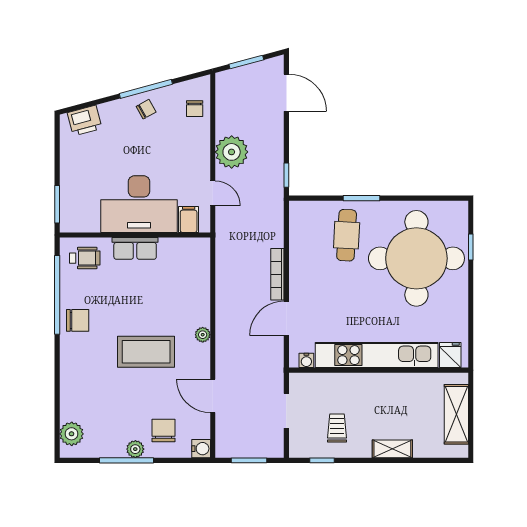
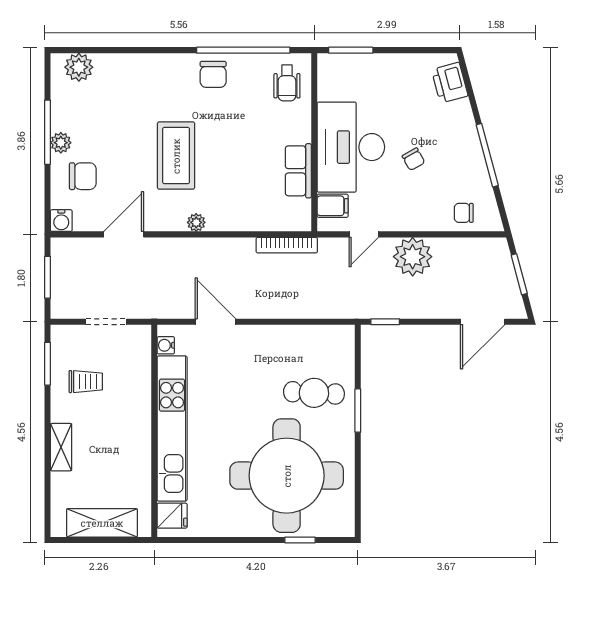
chair: (146, 109) -> (413, 159), moved
row of seats: (135, 248) -> (298, 171), moved
bookcase: (277, 274) -> (287, 245), moved, turned 180
window: (322, 460) -> (47, 364), width x1.50

